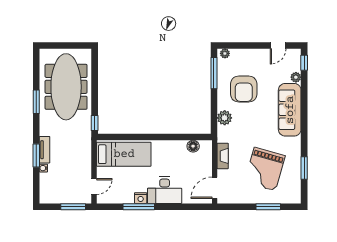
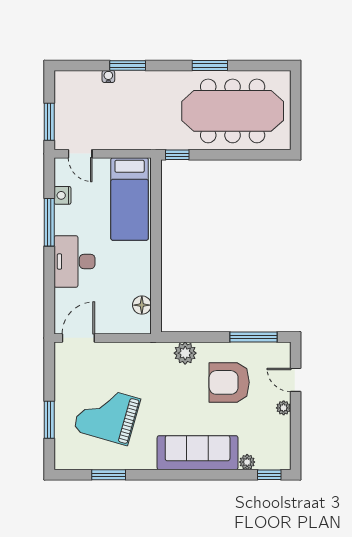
door: (278, 46) -> (296, 380), moved
plant: (225, 53) -> (284, 408), moved
tv unit: (45, 150) -> (136, 78), removed
fireplace: (223, 156) -> (127, 350), removed
door: (215, 188) -> (78, 338), hinge flipped
nightstand: (141, 198) -> (63, 195), moved

